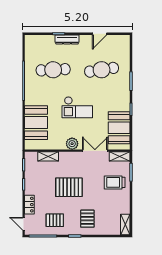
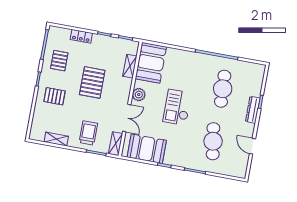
booth: (36, 123) -> (151, 63), moved, turned 90
door: (24, 224) -> (62, 26), removed
shelving: (125, 225) -> (56, 139), moved

